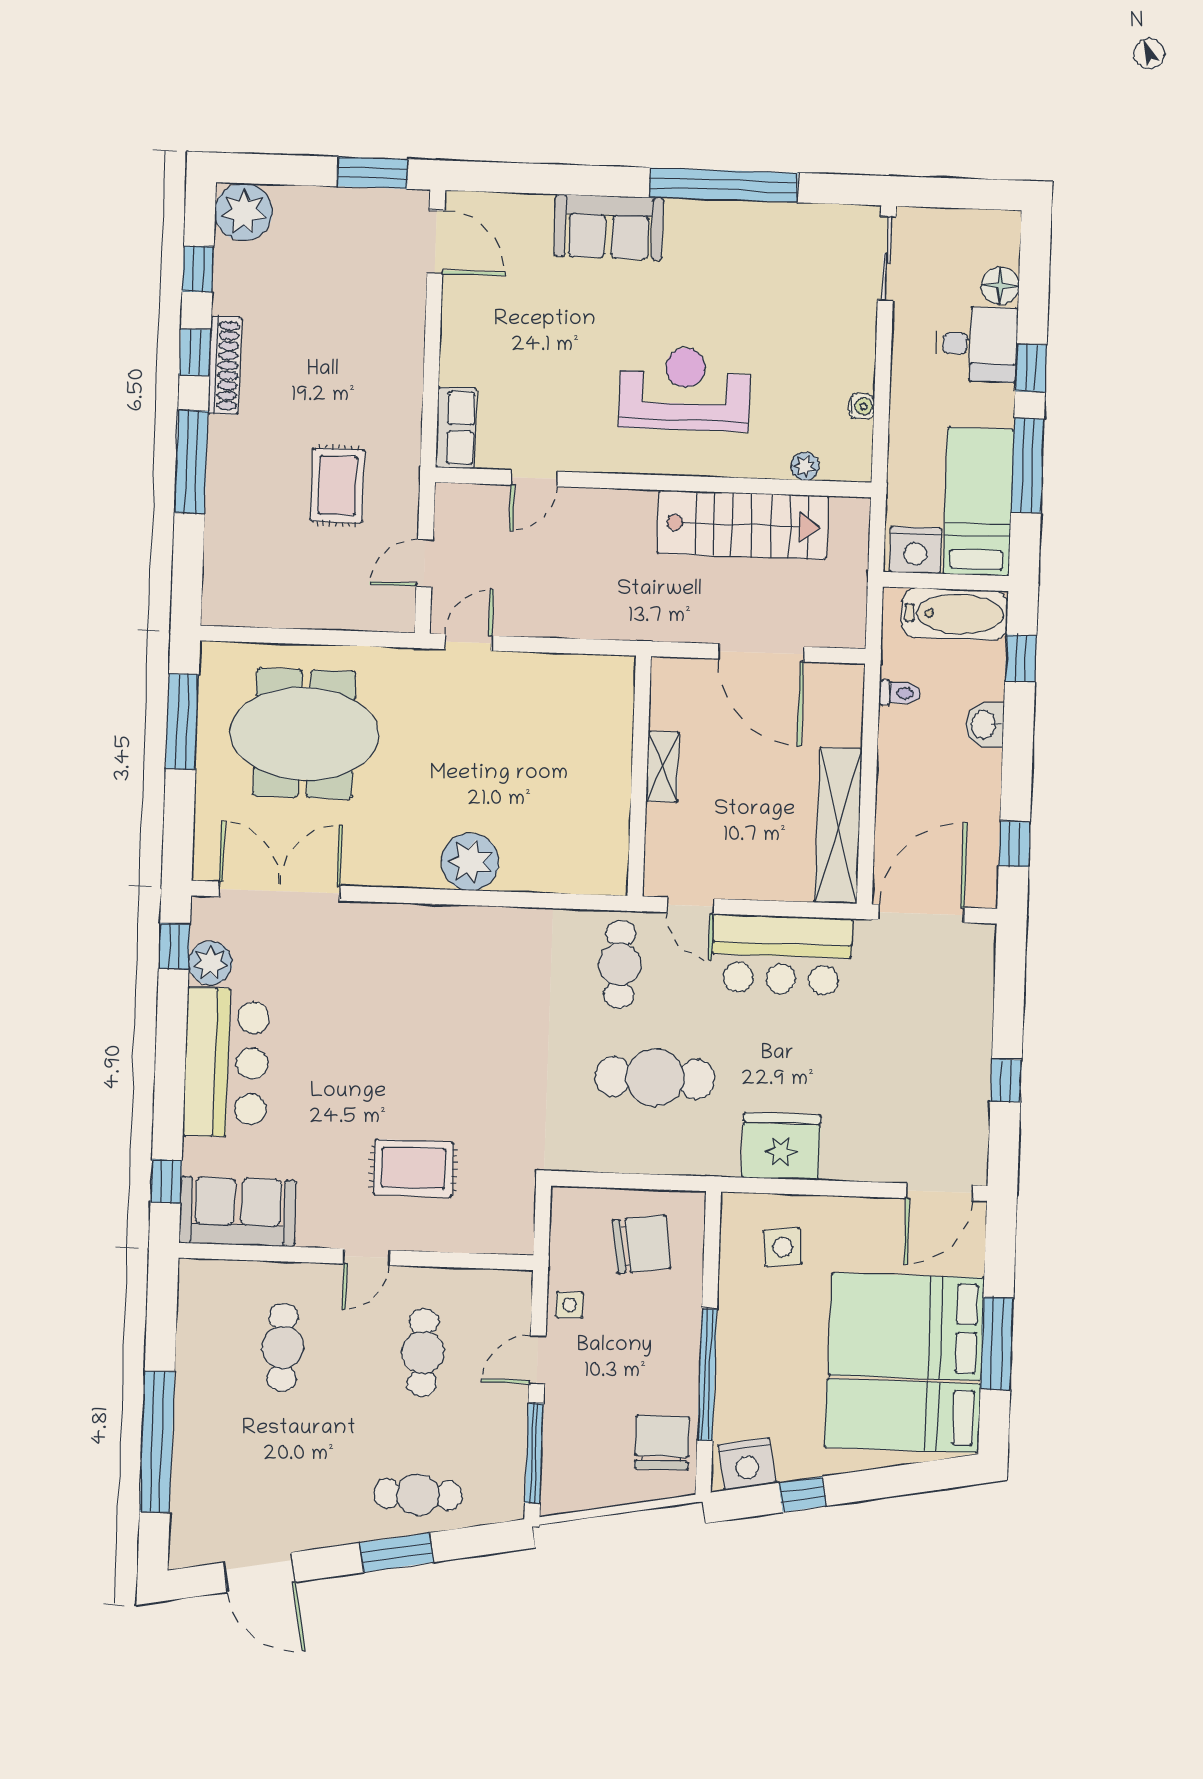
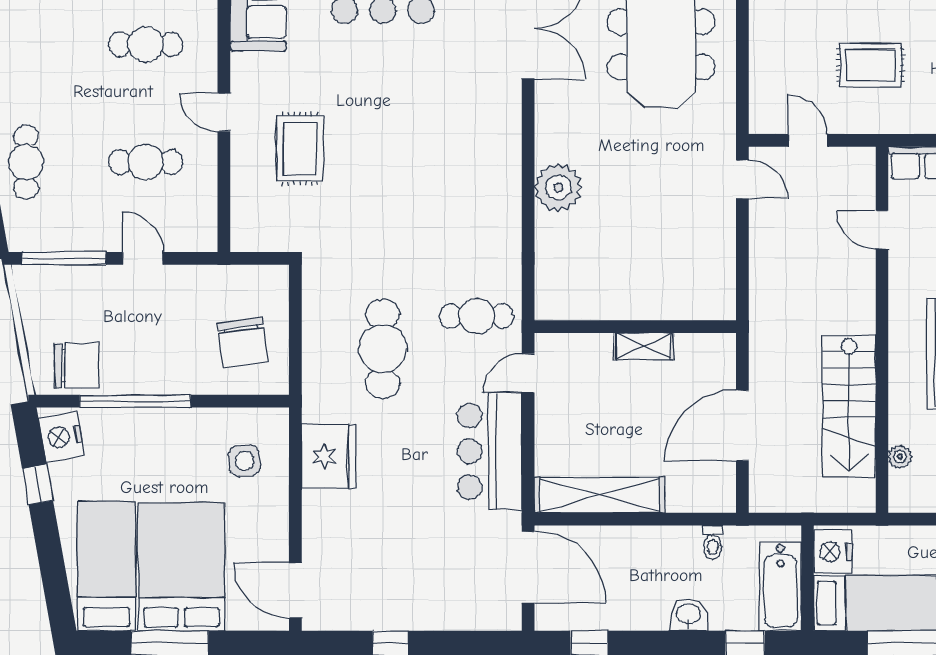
side table: (569, 1305) -> (190, 284), removed

